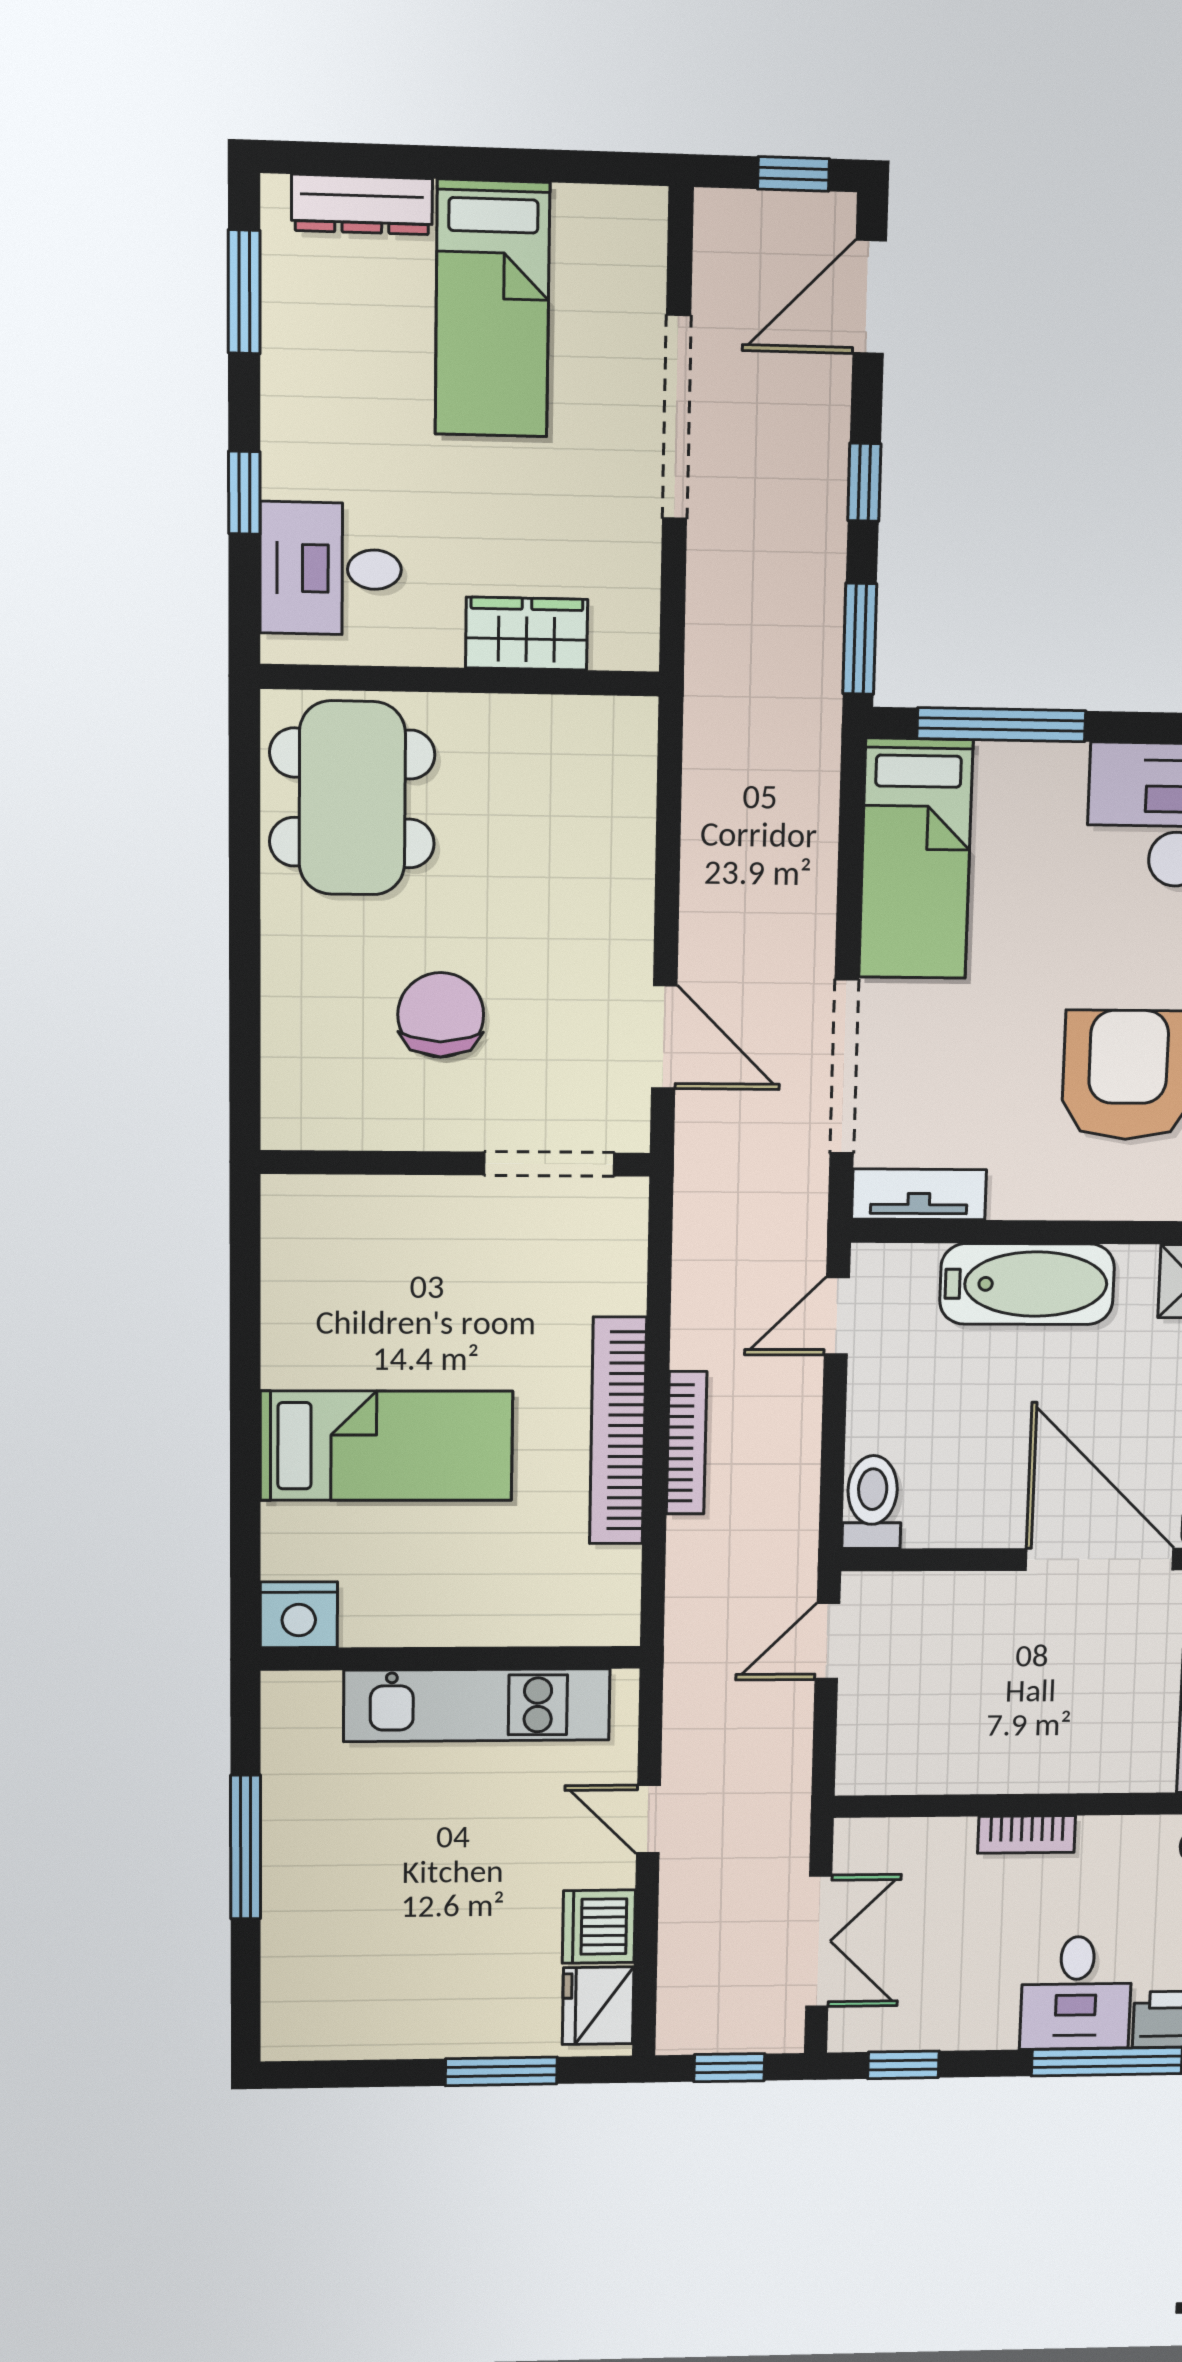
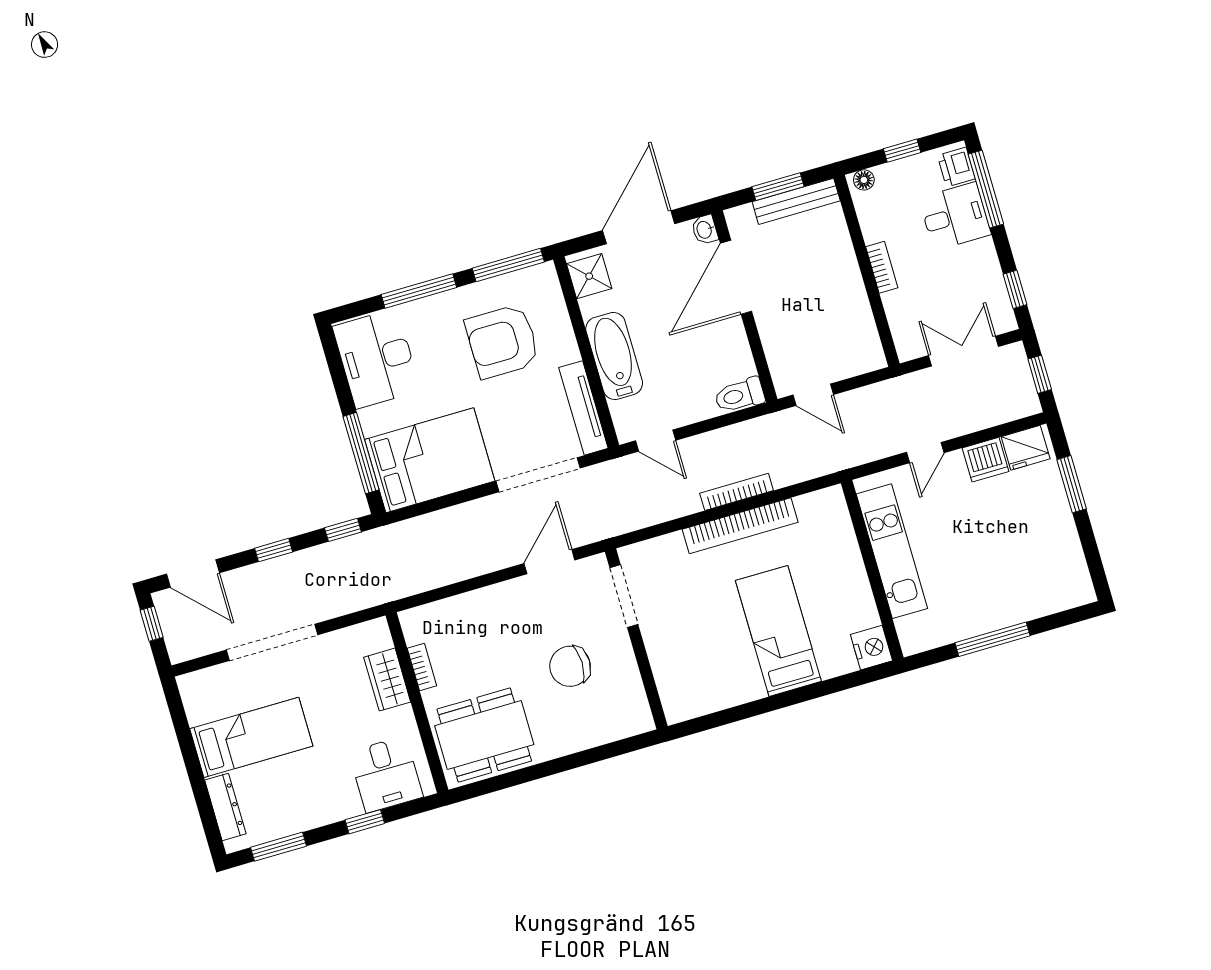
window: (860, 639) -> (343, 530), width x0.67
bookcase: (530, 713) -> (422, 667), added
bed: (916, 859) -> (430, 460), width x1.50
tv unit: (919, 1194) -> (583, 408), width x1.41

